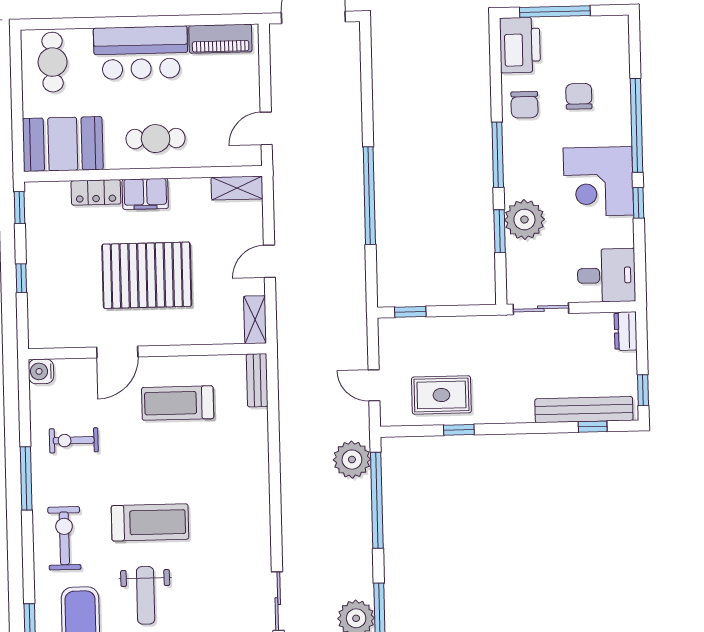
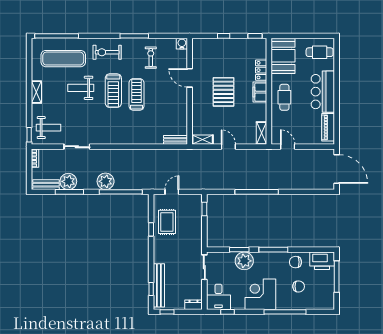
window: (638, 203) -> (227, 312), moved
pallet: (147, 275) -> (224, 92), width x0.73, depth x0.71
treadmill: (178, 403) -> (136, 94), moved
plant: (352, 460) -> (106, 181), moved
exercise bike: (64, 538) -> (107, 52), turned 180

